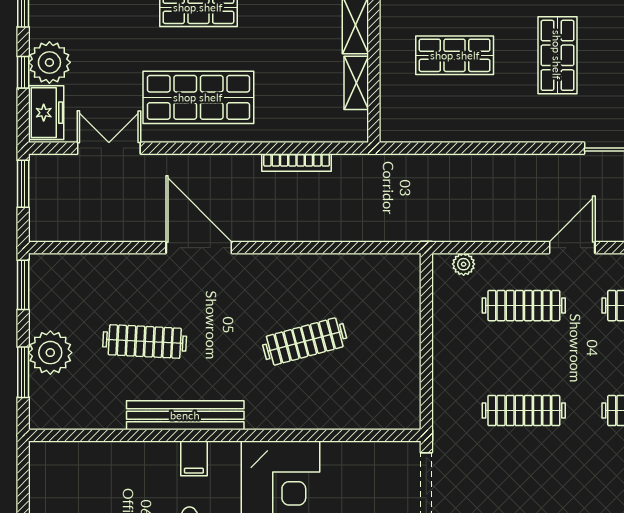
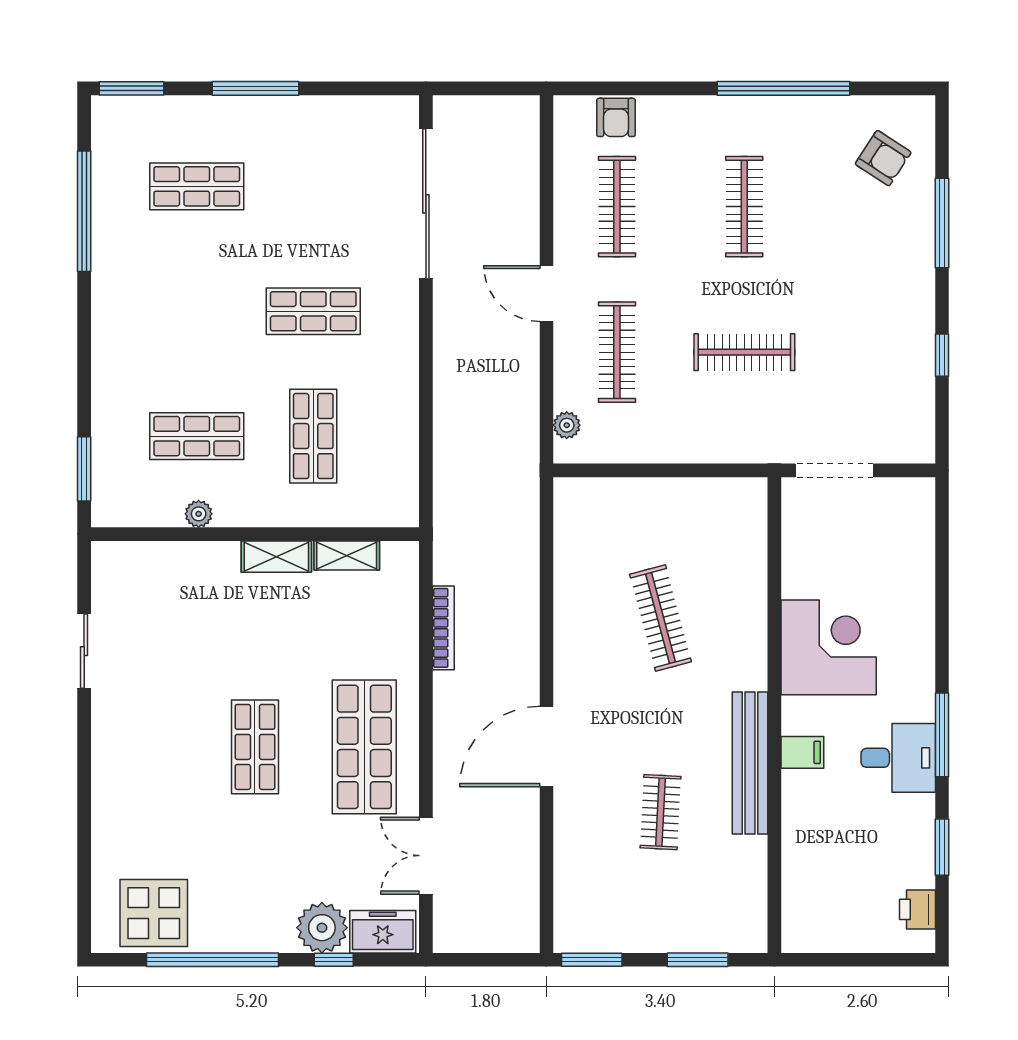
window: (23, 184) -> (469, 960), removed
clothes rail: (145, 341) -> (660, 812), width x0.73
plant: (50, 353) -> (674, 927), removed
clothes rail: (524, 411) -> (744, 352), turned 90

